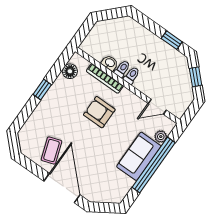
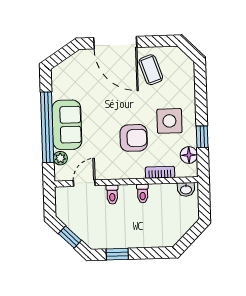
washbasin: (110, 63) -> (186, 189), moved
toilet: (132, 75) -> (112, 195), moved
bookcase: (105, 79) -> (160, 172), width x0.64
window: (42, 89) -> (202, 137), moved
side table: (65, 105) -> (169, 121), added

